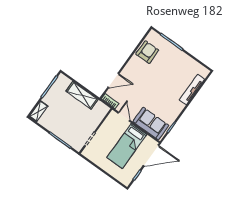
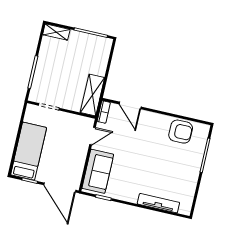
shelving: (82, 95) -> (92, 95), moved
bed: (127, 146) -> (29, 151), moved, turned 90

